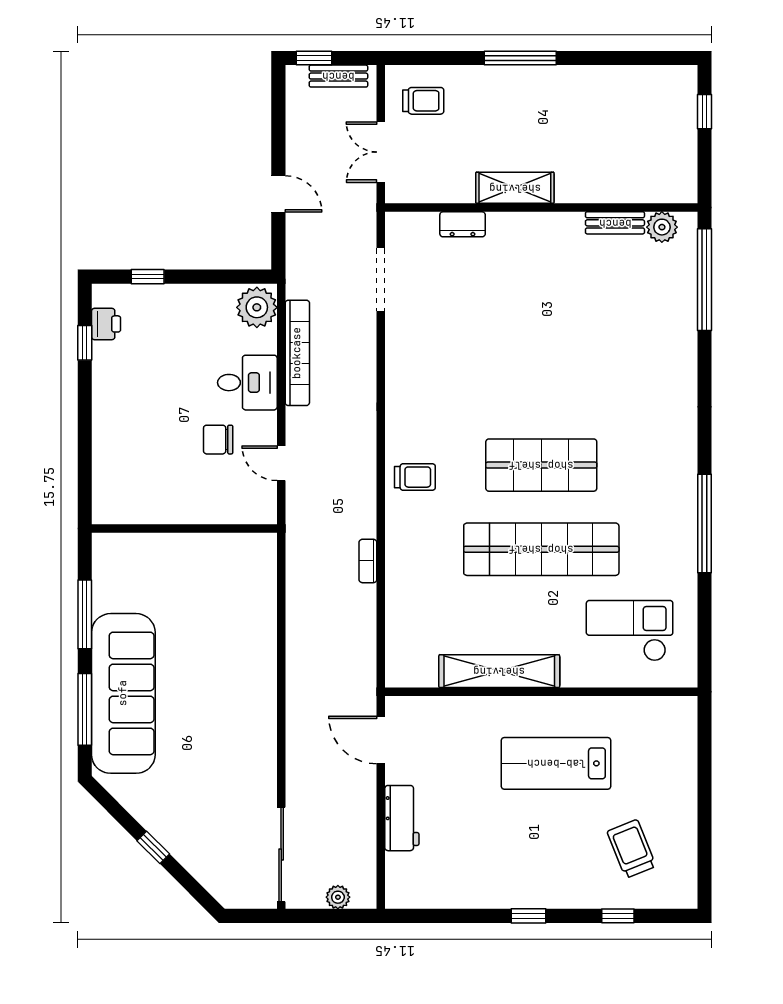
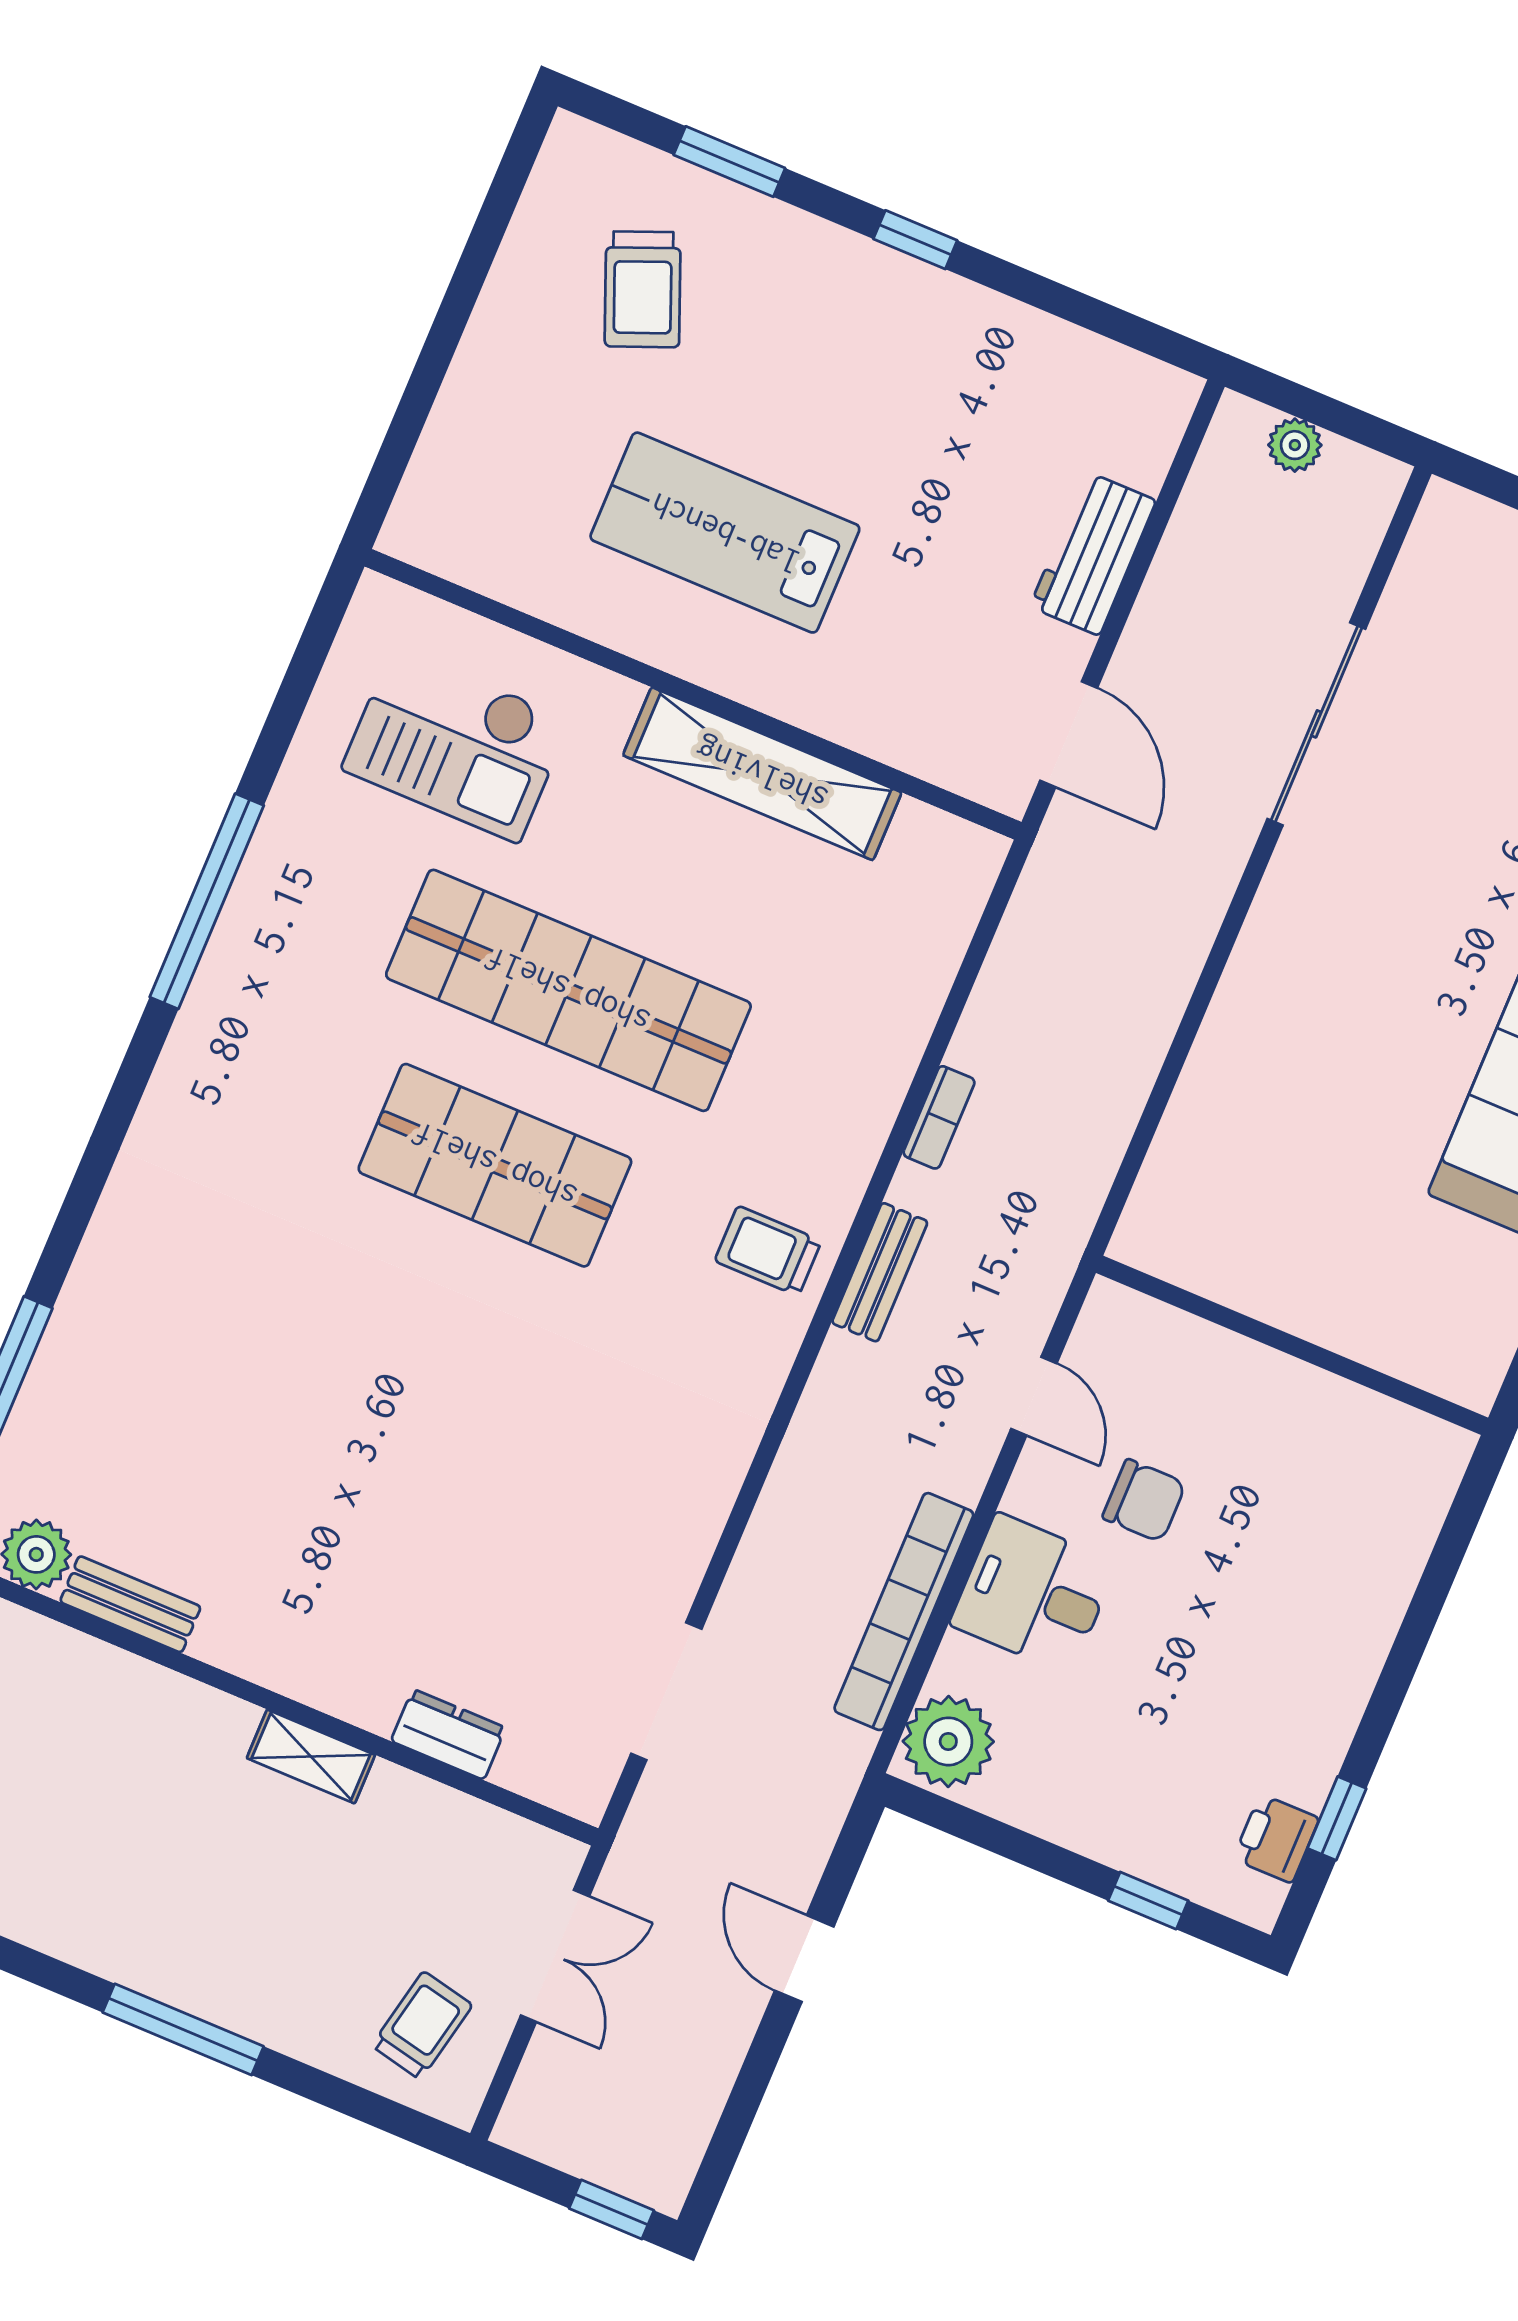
bench: (338, 76) -> (880, 1272), moved, turned 90
trolley: (423, 101) -> (422, 2025), turned 102
shelving: (515, 188) -> (311, 1757), width x0.67, depth x0.75
lab bench: (556, 763) -> (725, 533), turned 180
sliding door: (281, 855) -> (1316, 724), moved
window: (618, 916) -> (729, 162), width x1.50

